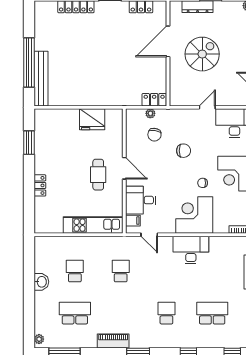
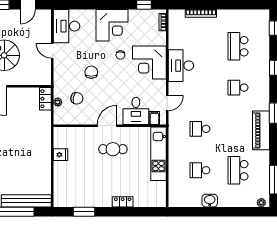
fridge: (92, 119) -> (61, 155), width x0.53, depth x0.75
piano: (113, 341) -> (261, 130), width x1.37, depth x1.33

